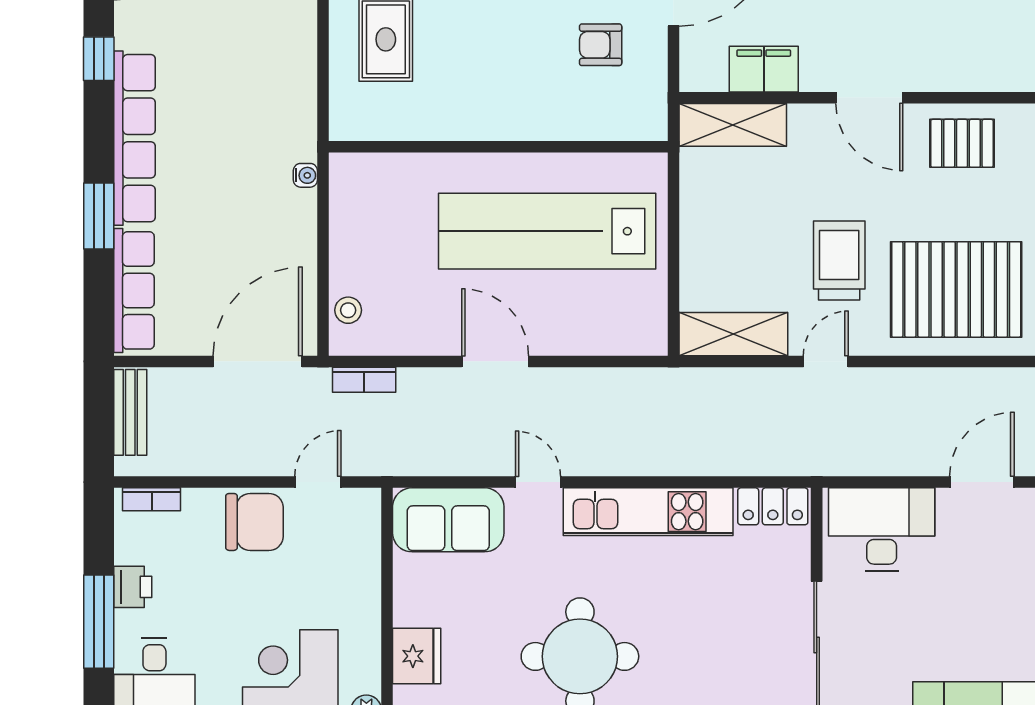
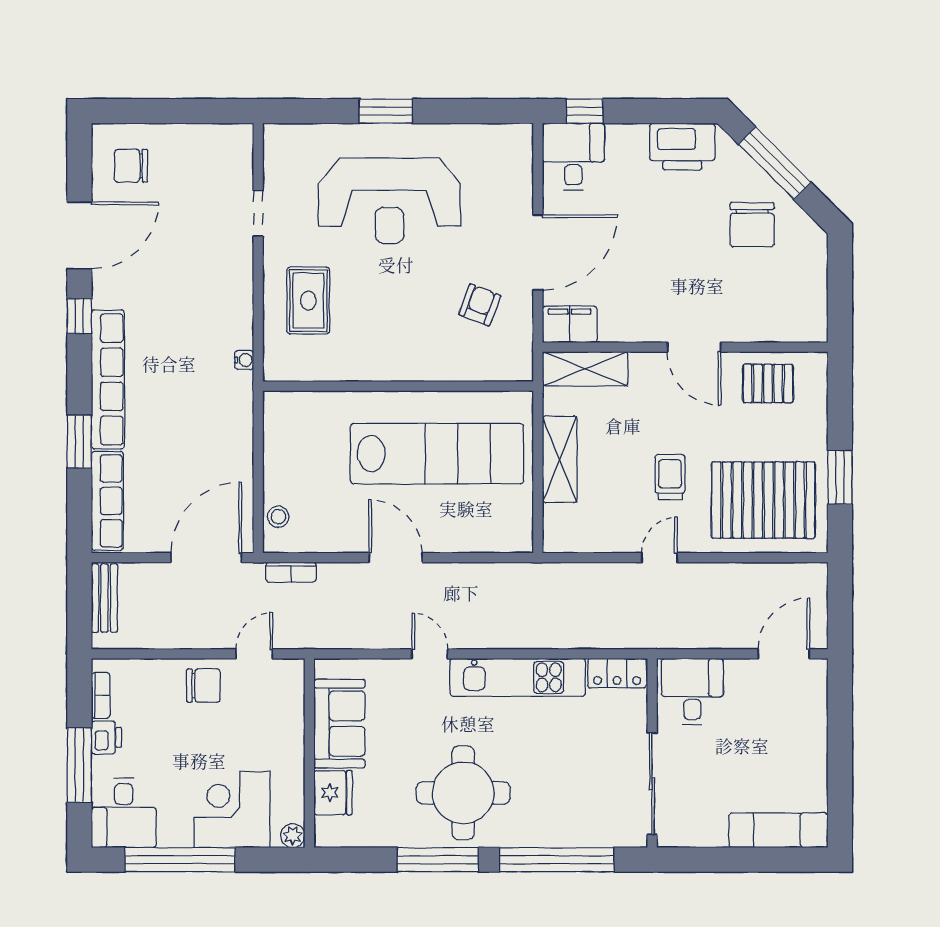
armchair: (601, 45) -> (480, 305), turned 111
filing cabinet: (764, 69) -> (570, 324), moved
water cooler: (305, 175) -> (244, 360), moved
lab bench: (547, 231) -> (437, 454), turned 180
trolley: (839, 261) -> (670, 477), width x0.73, depth x0.72
shelving: (733, 334) -> (560, 459), moved, turned 90
bookcase: (152, 499) -> (101, 695), moved, turned -90
sofa: (448, 520) -> (339, 724), moved, turned -90
chair: (254, 522) -> (203, 686), width x0.73, depth x0.73
desk: (882, 529) -> (692, 691), width x0.73

